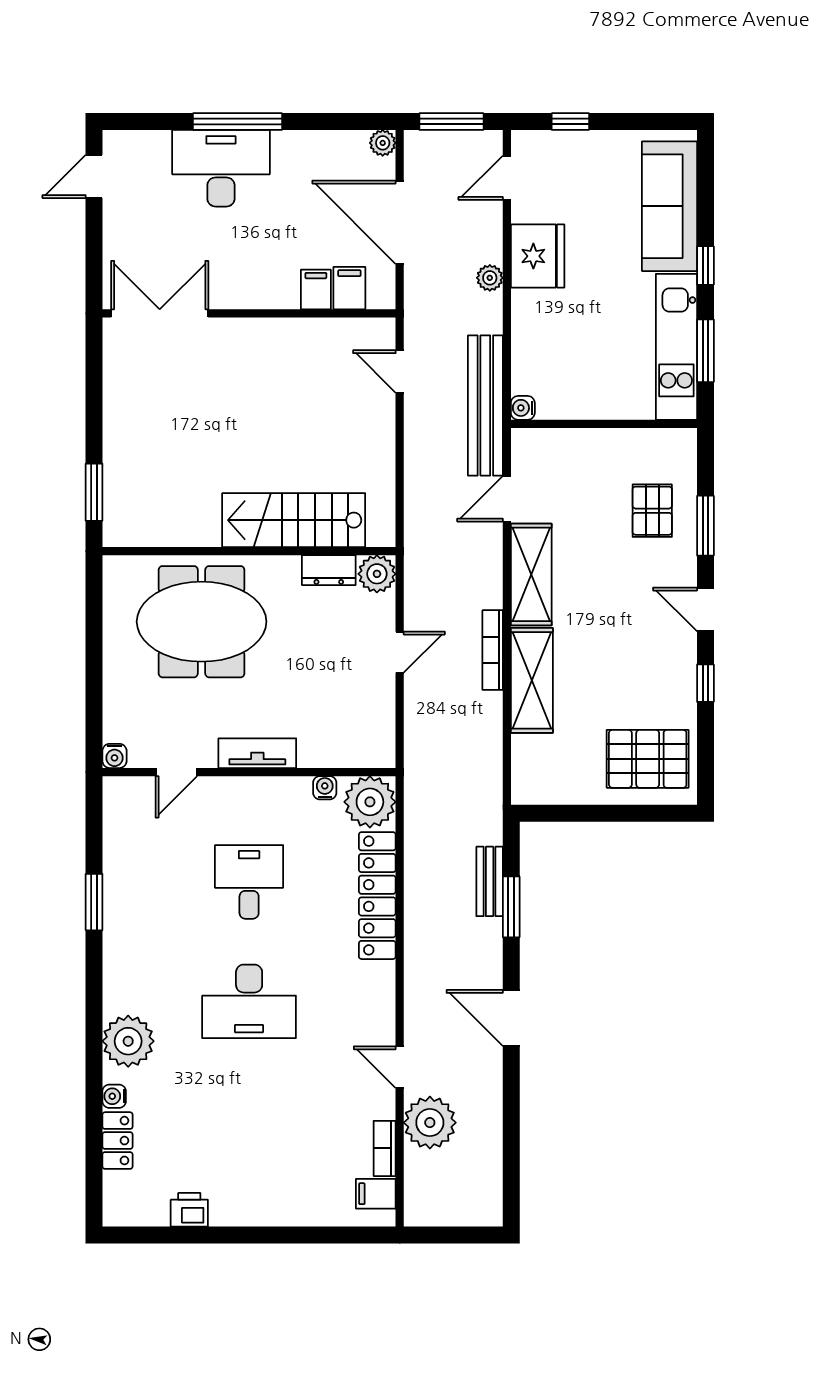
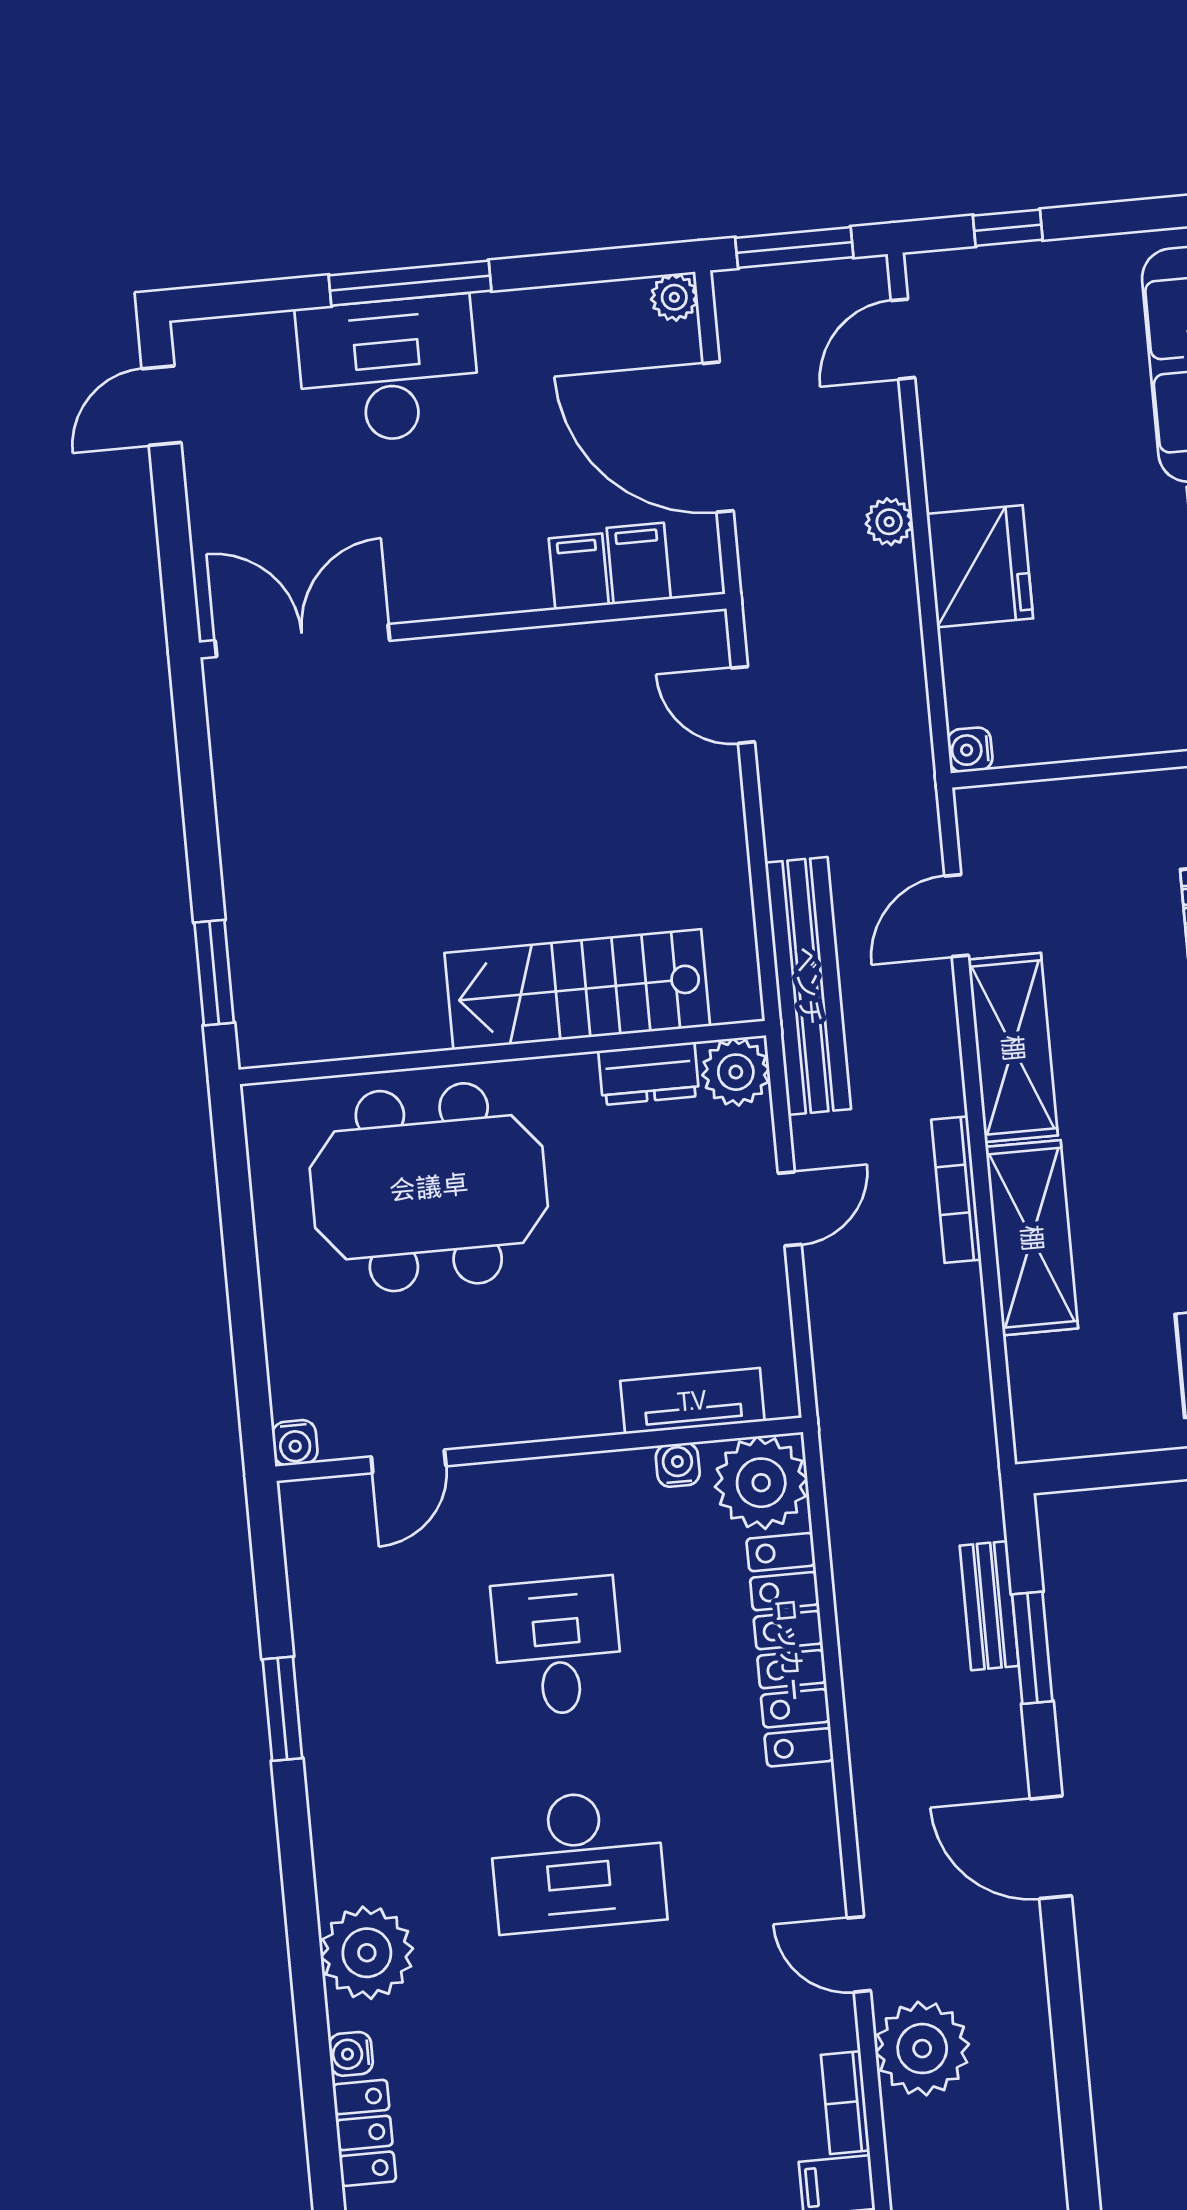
fridge: (538, 256) -> (980, 566), moved
bench: (485, 405) -> (808, 986), moved
tv unit: (257, 753) -> (692, 1401), moved

